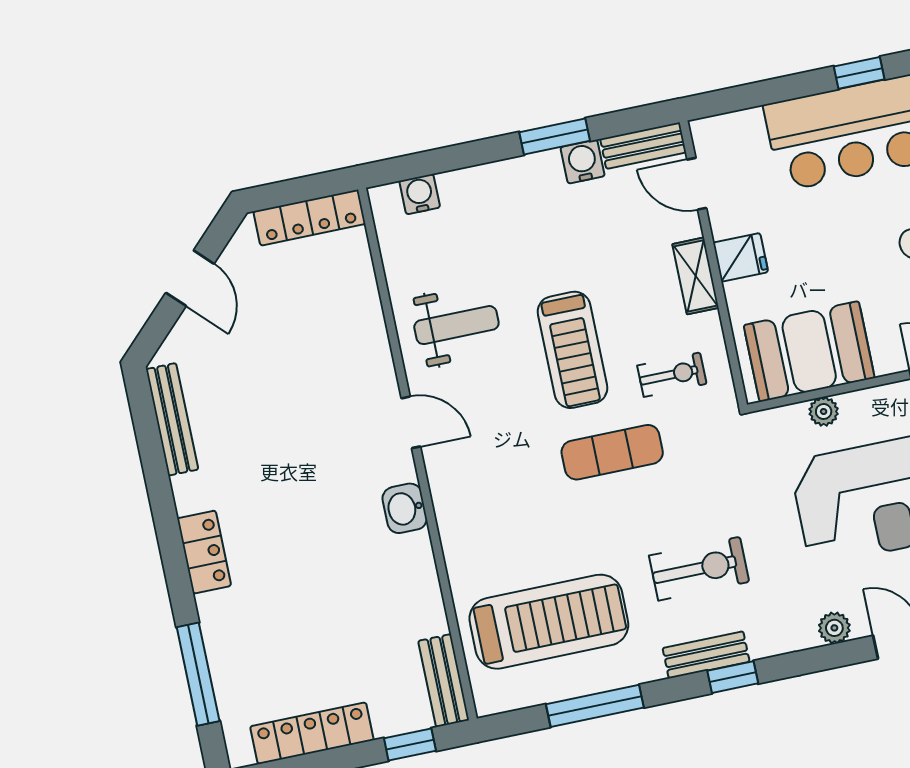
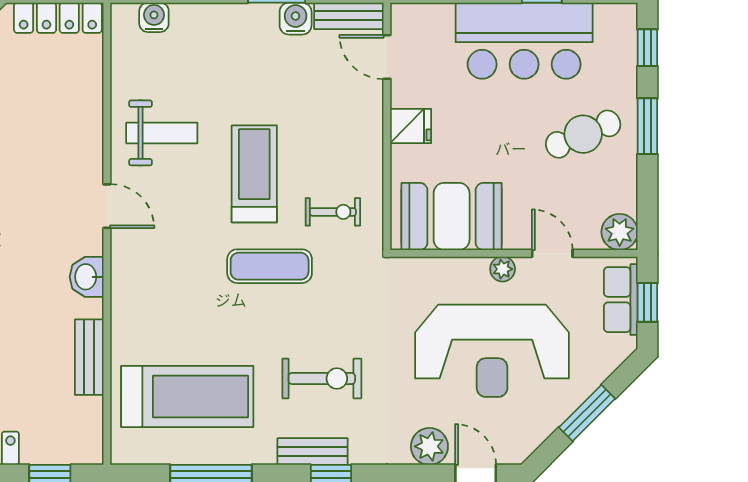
shelving: (695, 276) -> (370, 134), removed
treadmill: (572, 350) -> (254, 174), turned 180
plant: (824, 411) -> (503, 269), moved
plant: (834, 628) -> (429, 446), width x1.38, depth x1.38
bench: (444, 681) -> (89, 357), moved

